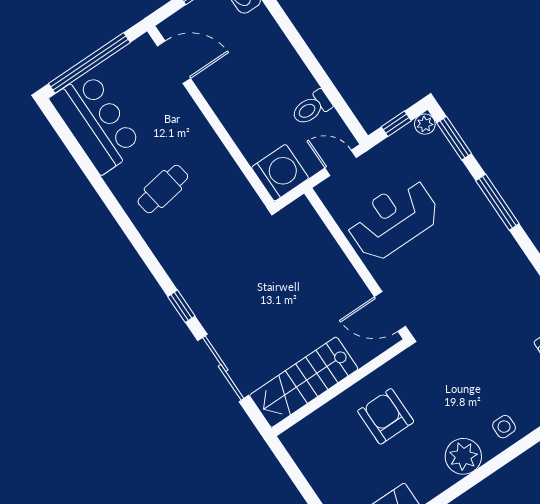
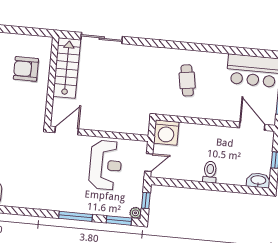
door: (174, 62) -> (252, 126), swing flipped
toilet: (312, 108) -> (210, 172), moved
cafe table: (163, 189) -> (187, 80), moved
window: (181, 306) -> (143, 42), removed
armchair: (386, 416) -> (26, 69), moved, turned 180

